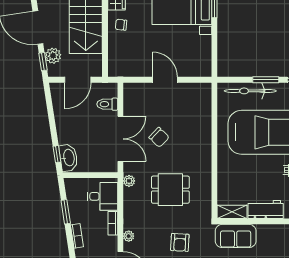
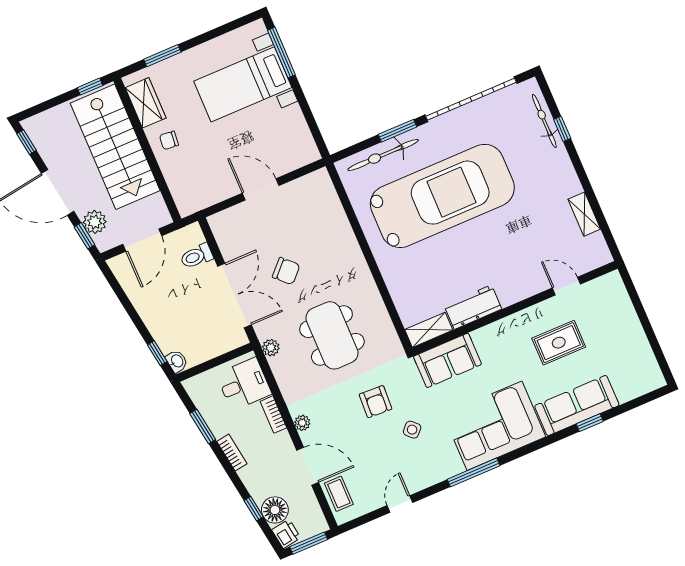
washbasin: (68, 158) -> (177, 361), width x0.52, depth x0.69
dining table: (170, 190) -> (332, 335), width x1.38

